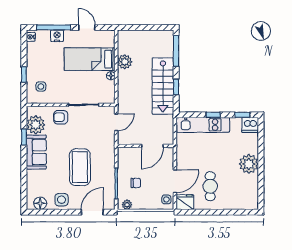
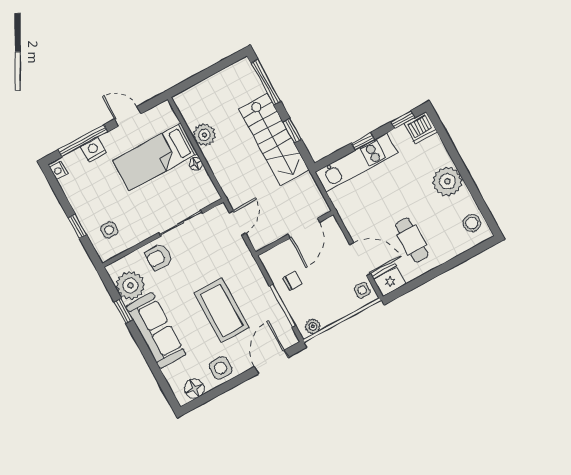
sofa: (36, 152) -> (156, 330), width x1.36
door: (175, 181) -> (360, 259), hinge flipped
chair: (136, 183) -> (292, 281), moved
stool: (250, 195) -> (472, 223), added

